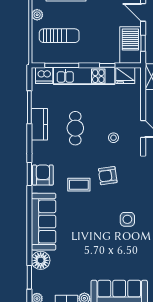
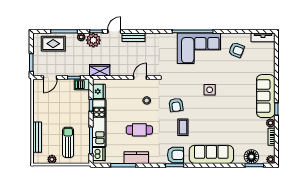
barbecue: (130, 45) -> (82, 85), width x0.53, depth x0.65
armchair: (43, 175) -> (175, 155), turned 180
floor lamp: (41, 260) -> (251, 157), moved

